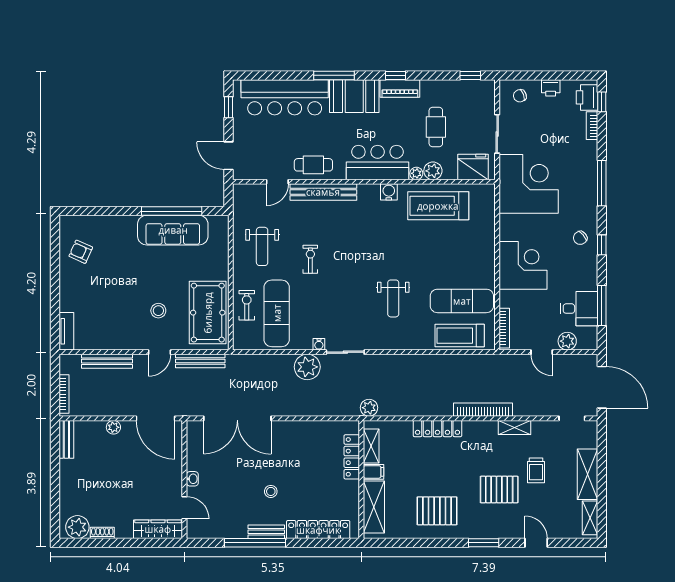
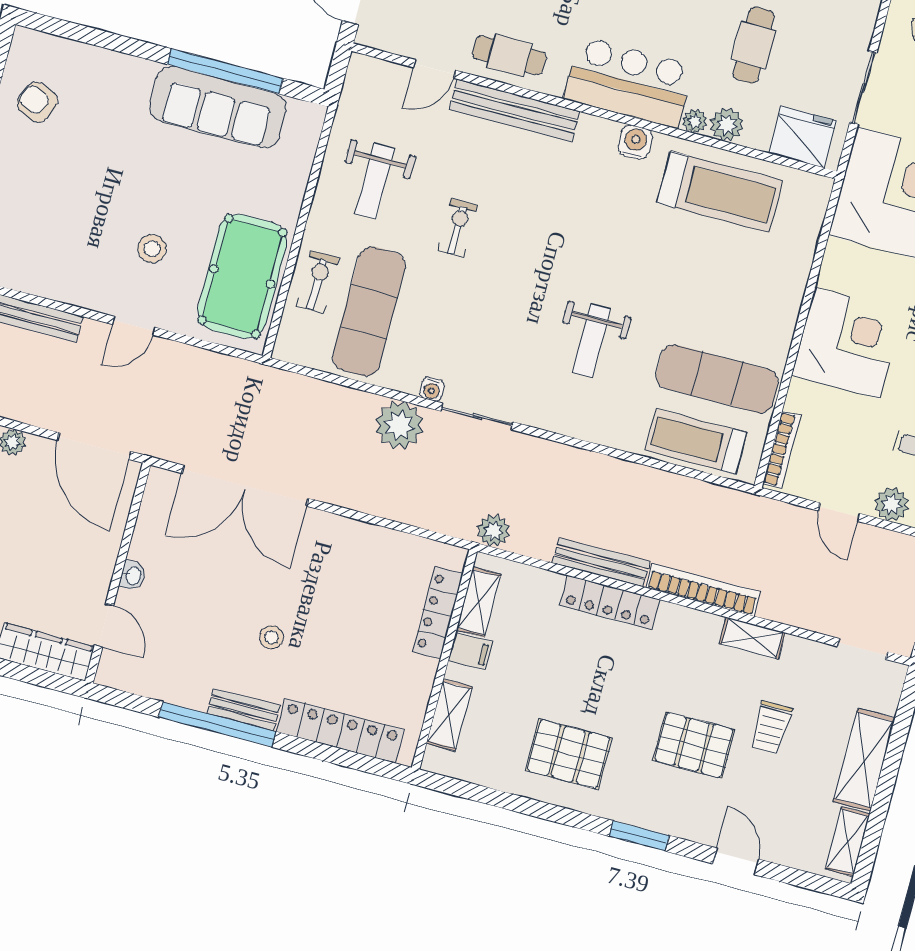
treadmill: (438, 206) -> (720, 192), turned 180
bench: (200, 361) -> (601, 562), moved
shelving: (374, 507) -> (449, 715), width x0.67, depth x0.75

